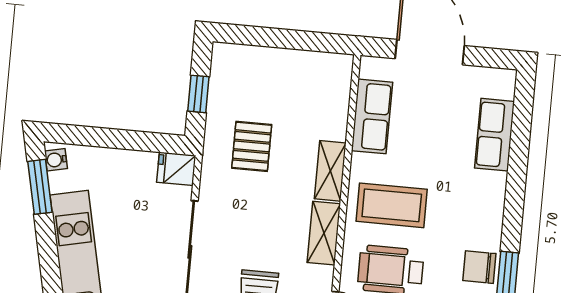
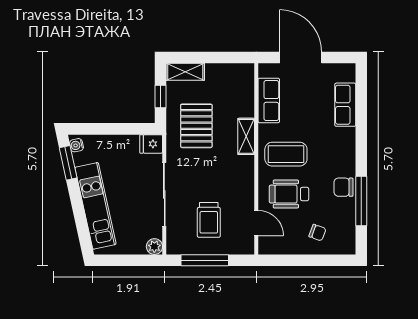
pallet: (252, 146) -> (196, 126), width x1.50, depth x1.42
shelving: (324, 233) -> (185, 72), moved, turned 90

